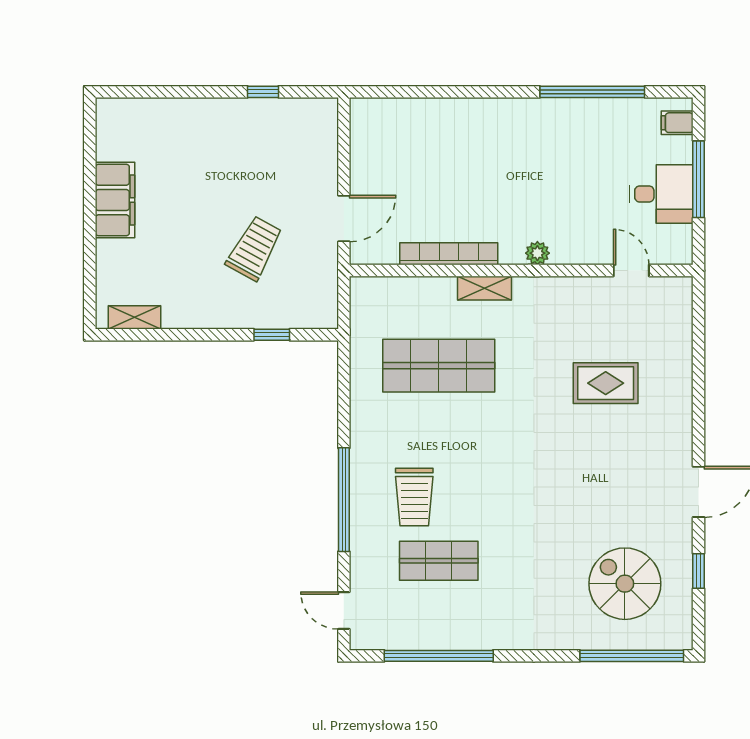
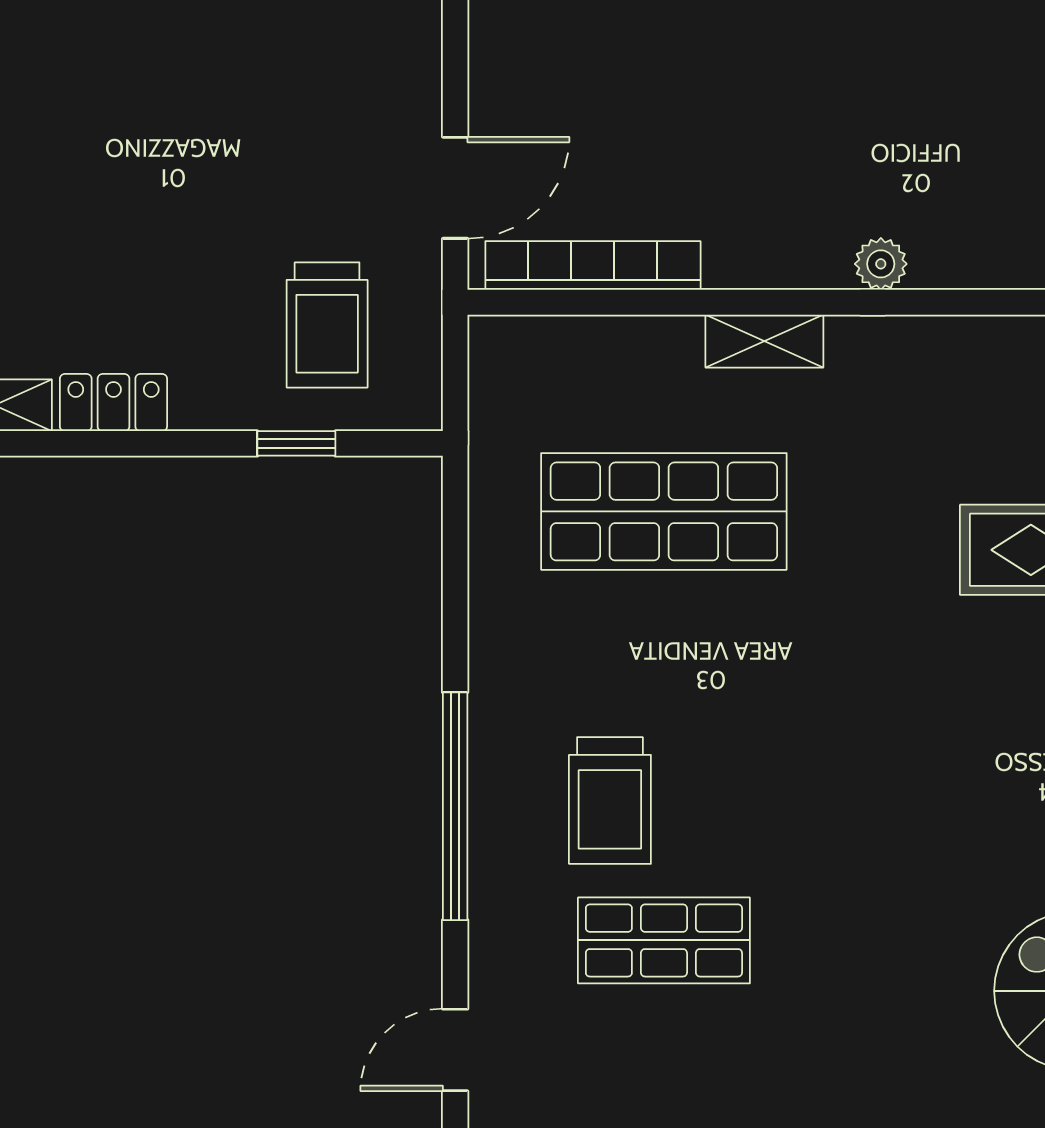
trolley: (254, 248) -> (327, 325), moved, turned 151
bookcase: (449, 254) -> (593, 266), moved
locker: (189, 316) -> (113, 403), added
door: (344, 610) -> (455, 1050), hinge flipped

